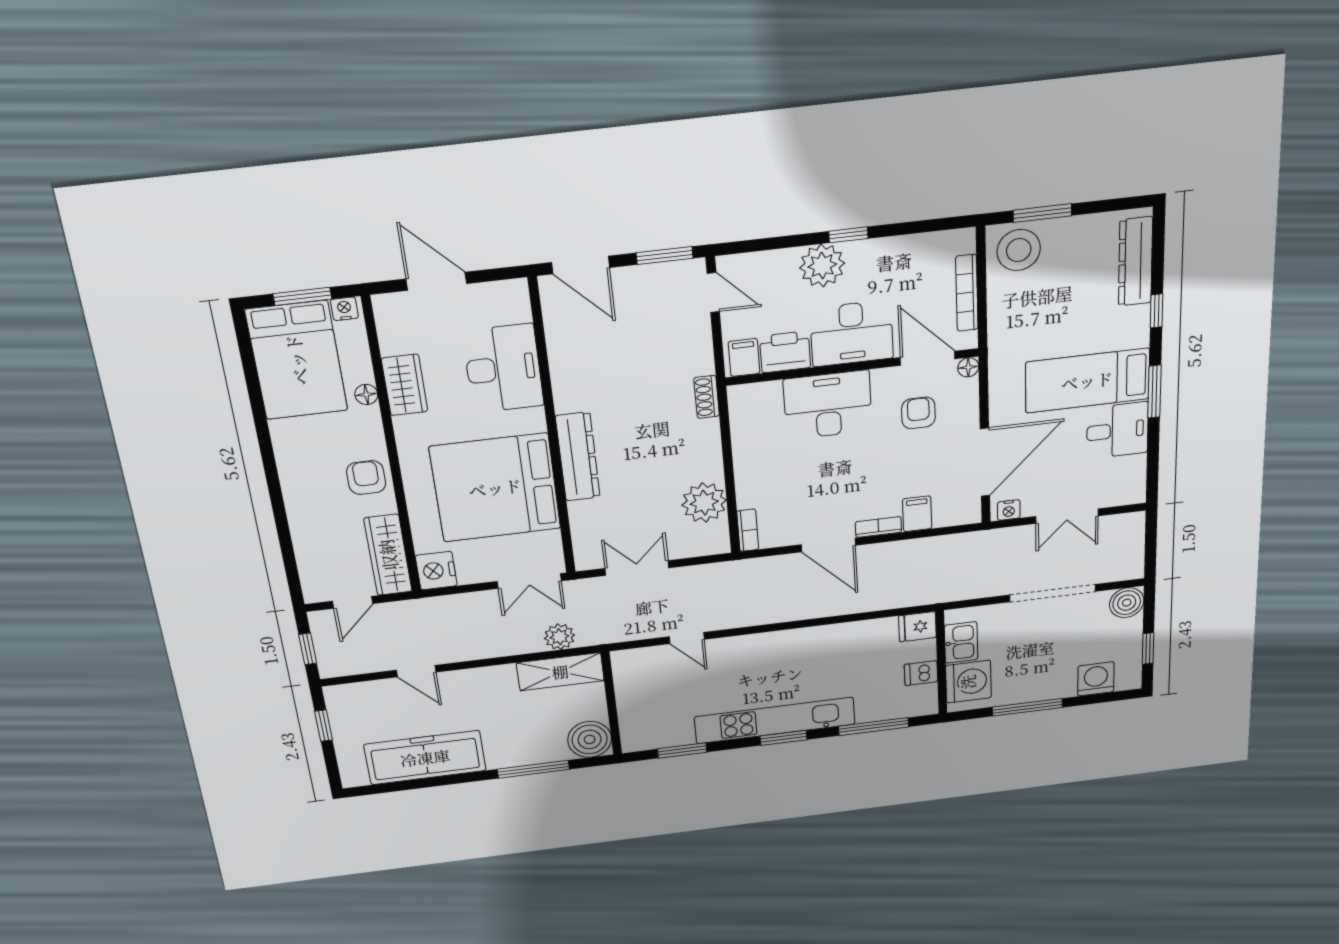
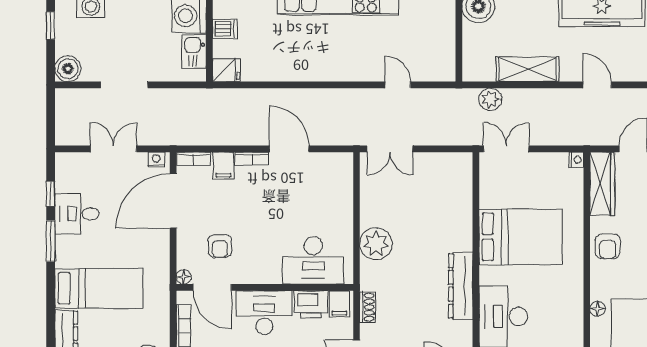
window: (1157, 311) -> (51, 194), moved
bed: (1087, 381) -> (99, 288), moved
wardrobe: (405, 385) -> (571, 313), removed
shoe rack: (707, 397) -> (367, 307), moved
desk: (828, 405) -> (313, 260), moved
dresser: (578, 457) -> (461, 286), moved
bed: (495, 488) -> (520, 237), width x0.73
plant: (704, 503) -> (376, 244), moved
bookcase: (748, 530) -> (193, 159), moved, turned -90
double door: (637, 568) -> (390, 149), moved
nightstand: (436, 571) -> (576, 160), width x0.53, depth x0.56
doorway: (1052, 593) -> (124, 85), width x0.73
shelving: (560, 672) -> (528, 69), moved

